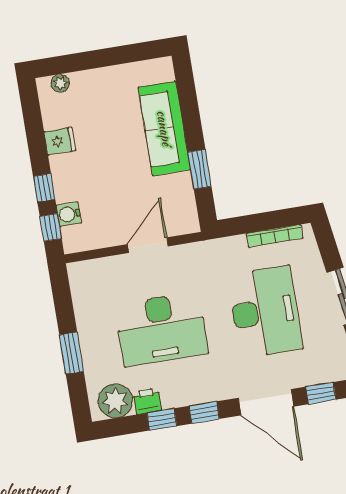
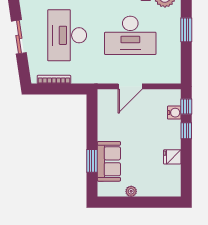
plant: (60, 83) -> (131, 191), moved
sofa: (164, 128) -> (109, 161), width x0.73
window: (200, 169) -> (92, 161), moved
desk: (161, 329) -> (130, 35), turned 180

